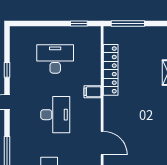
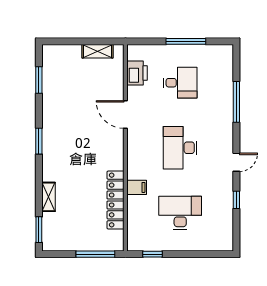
desk: (55, 59) -> (180, 213), turned 180
filing cabinet: (92, 92) -> (137, 187), moved

